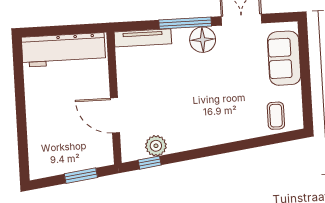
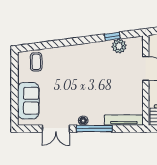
floor lamp: (203, 40) -> (83, 121), width x0.53, depth x0.53
window: (150, 163) -> (112, 36), moved

